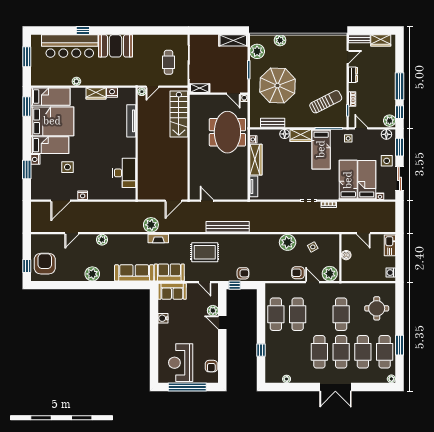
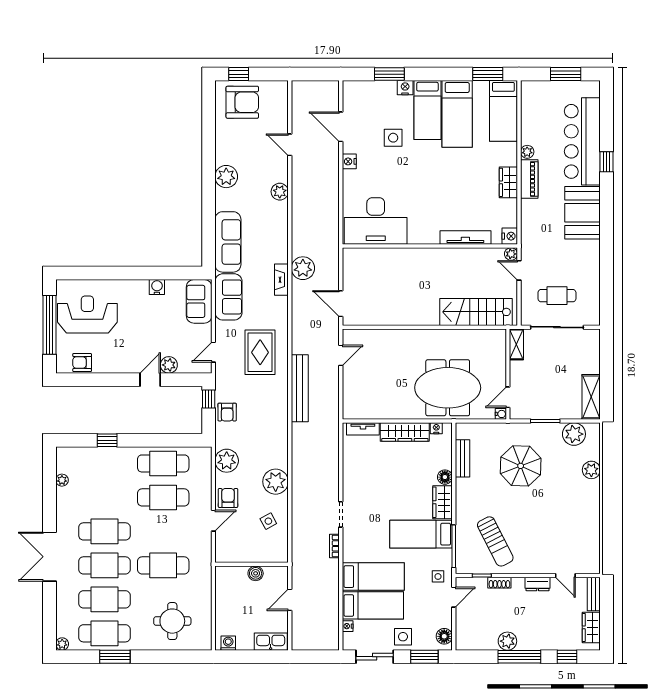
piano: (94, 80) -> (529, 179), added
parasol: (277, 86) -> (521, 466), width x0.73, depth x0.73
nightstand: (112, 92) -> (510, 236), moved
window: (399, 112) -> (567, 657), moved
bed: (52, 121) -> (457, 114), width x0.67
plant: (390, 121) -> (507, 641), moved
desk: (124, 173) -> (376, 221), width x1.36, depth x1.30
plant: (330, 274) -> (227, 461), moved

